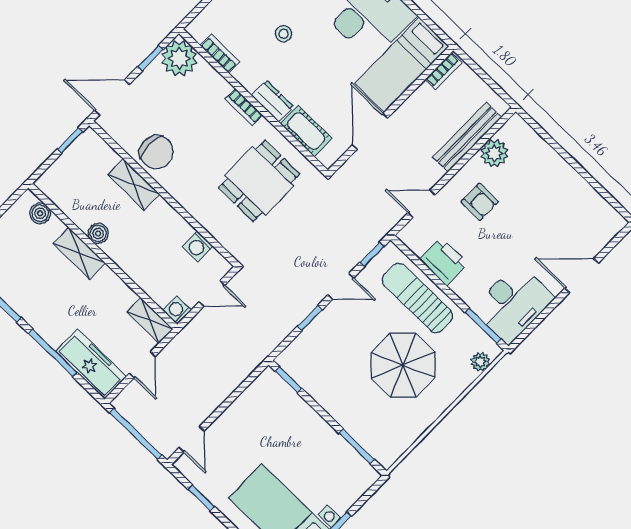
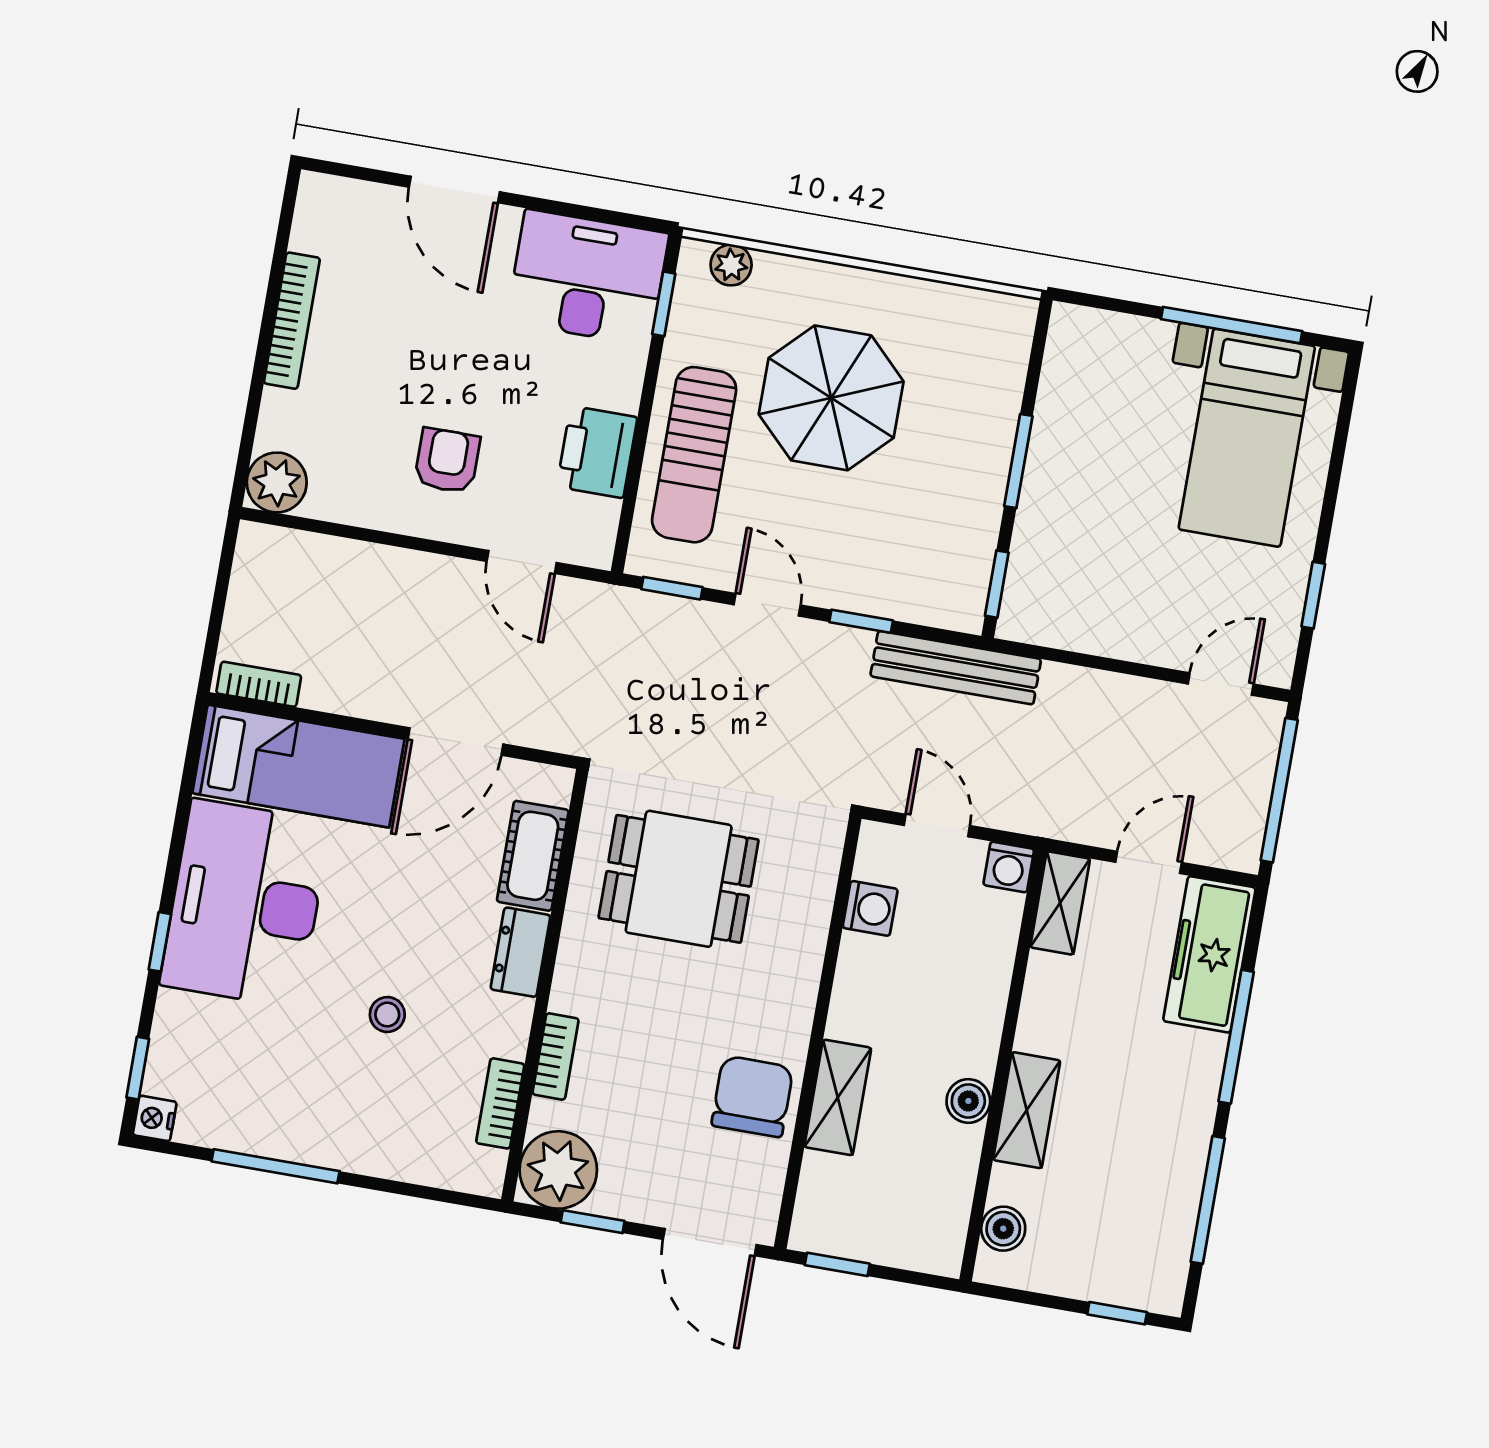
bookcase: (244, 107) -> (556, 1057), moved
bench: (467, 137) -> (956, 668), moved
plant: (494, 153) -> (277, 482), moved
bookcase: (574, 179) -> (292, 321), added
window: (483, 326) -> (664, 304), width x0.67
window: (357, 446) -> (1018, 461), moved

